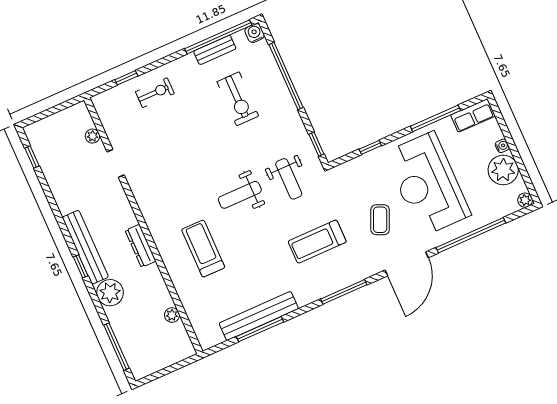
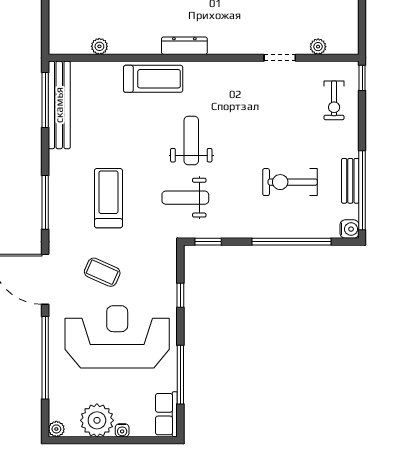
plant: (93, 136) -> (318, 47), moved
doorway: (116, 163) -> (280, 58), moved
wall: (143, 226) -> (204, 58), moved
dresser: (140, 246) -> (184, 46), moved
plant: (172, 315) -> (99, 46), moved

